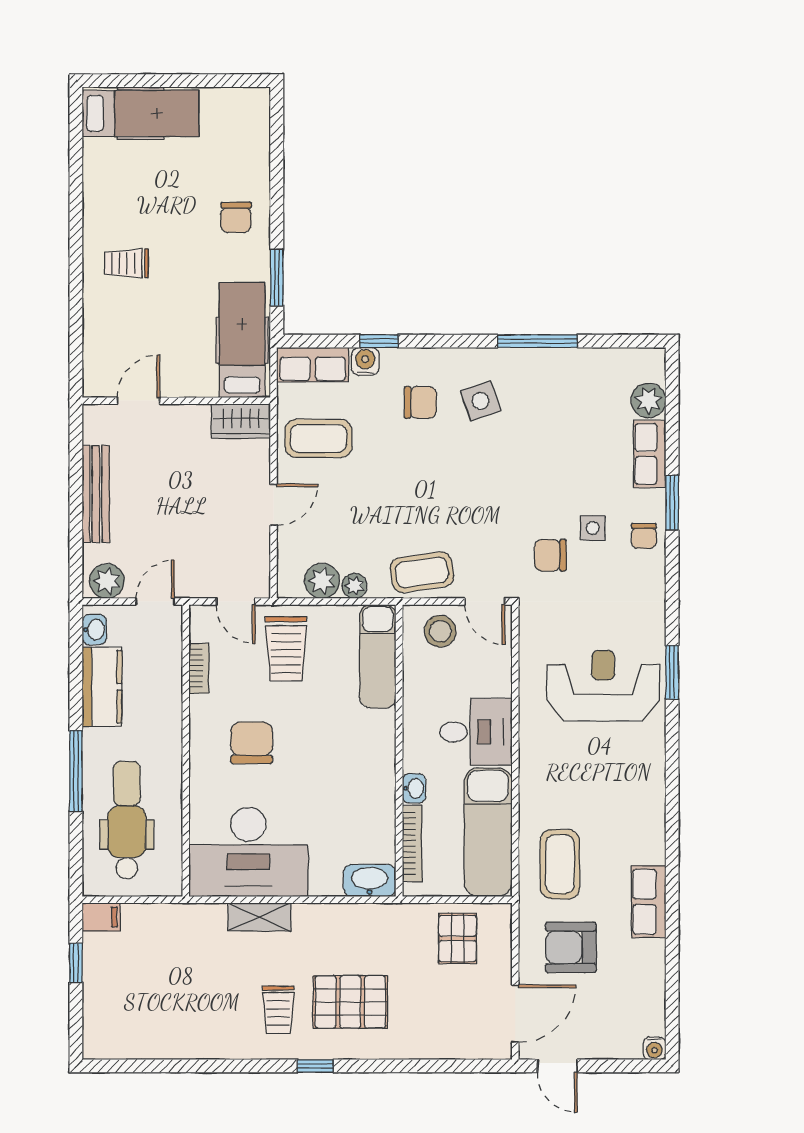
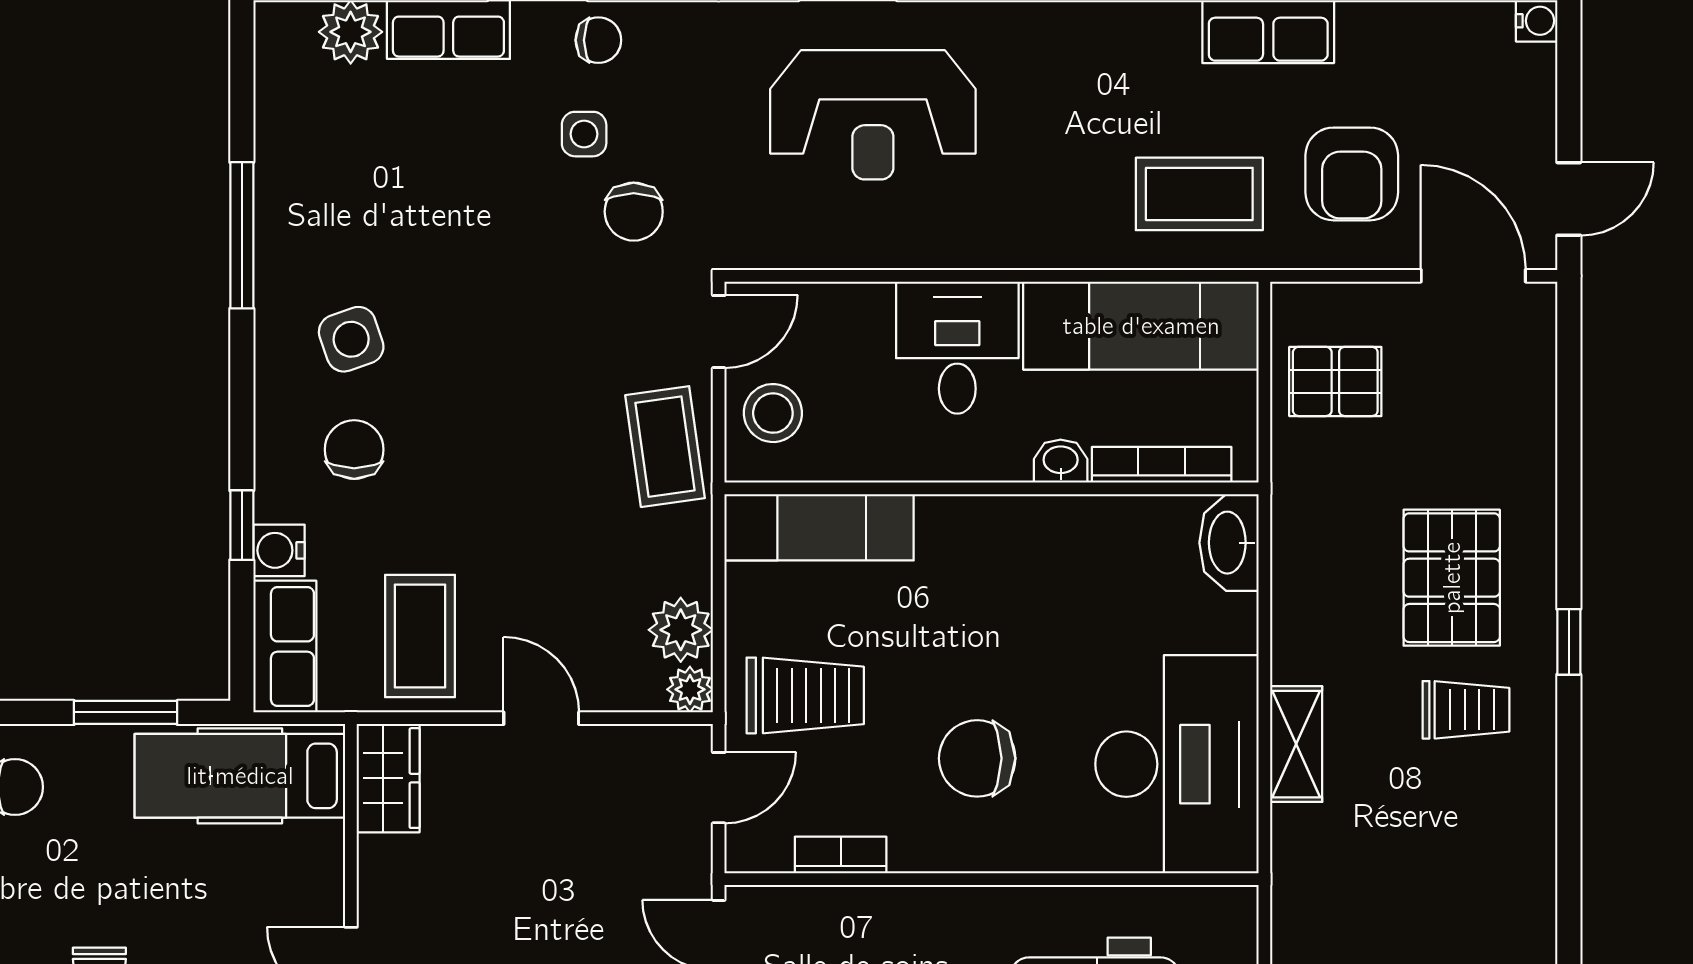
plant: (355, 586) -> (690, 689), moved
reception desk: (603, 686) -> (873, 115), turned -90

